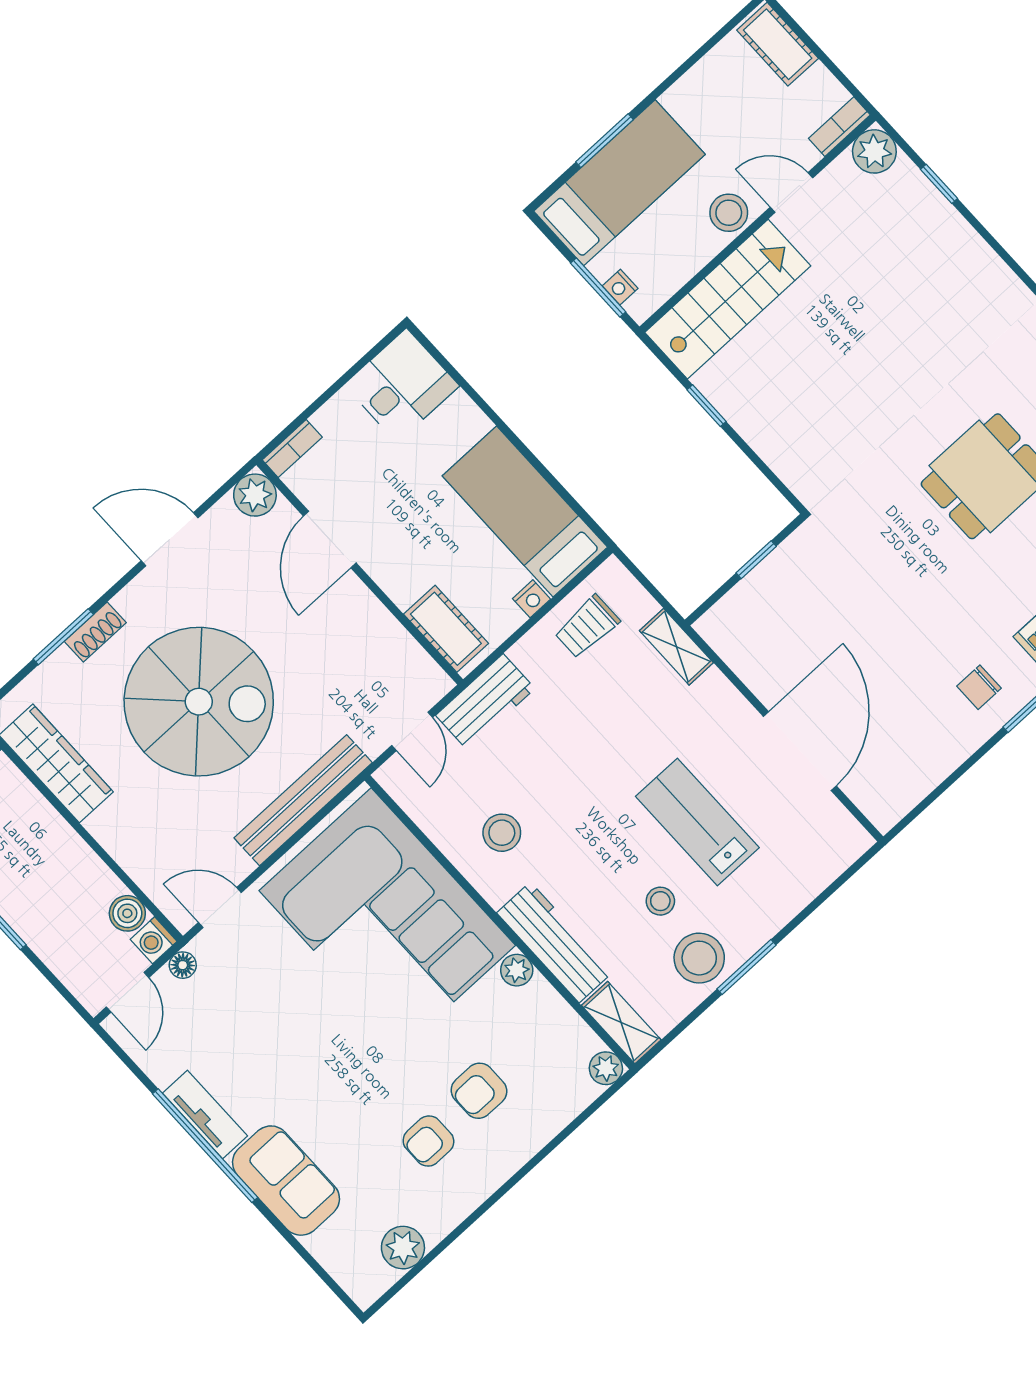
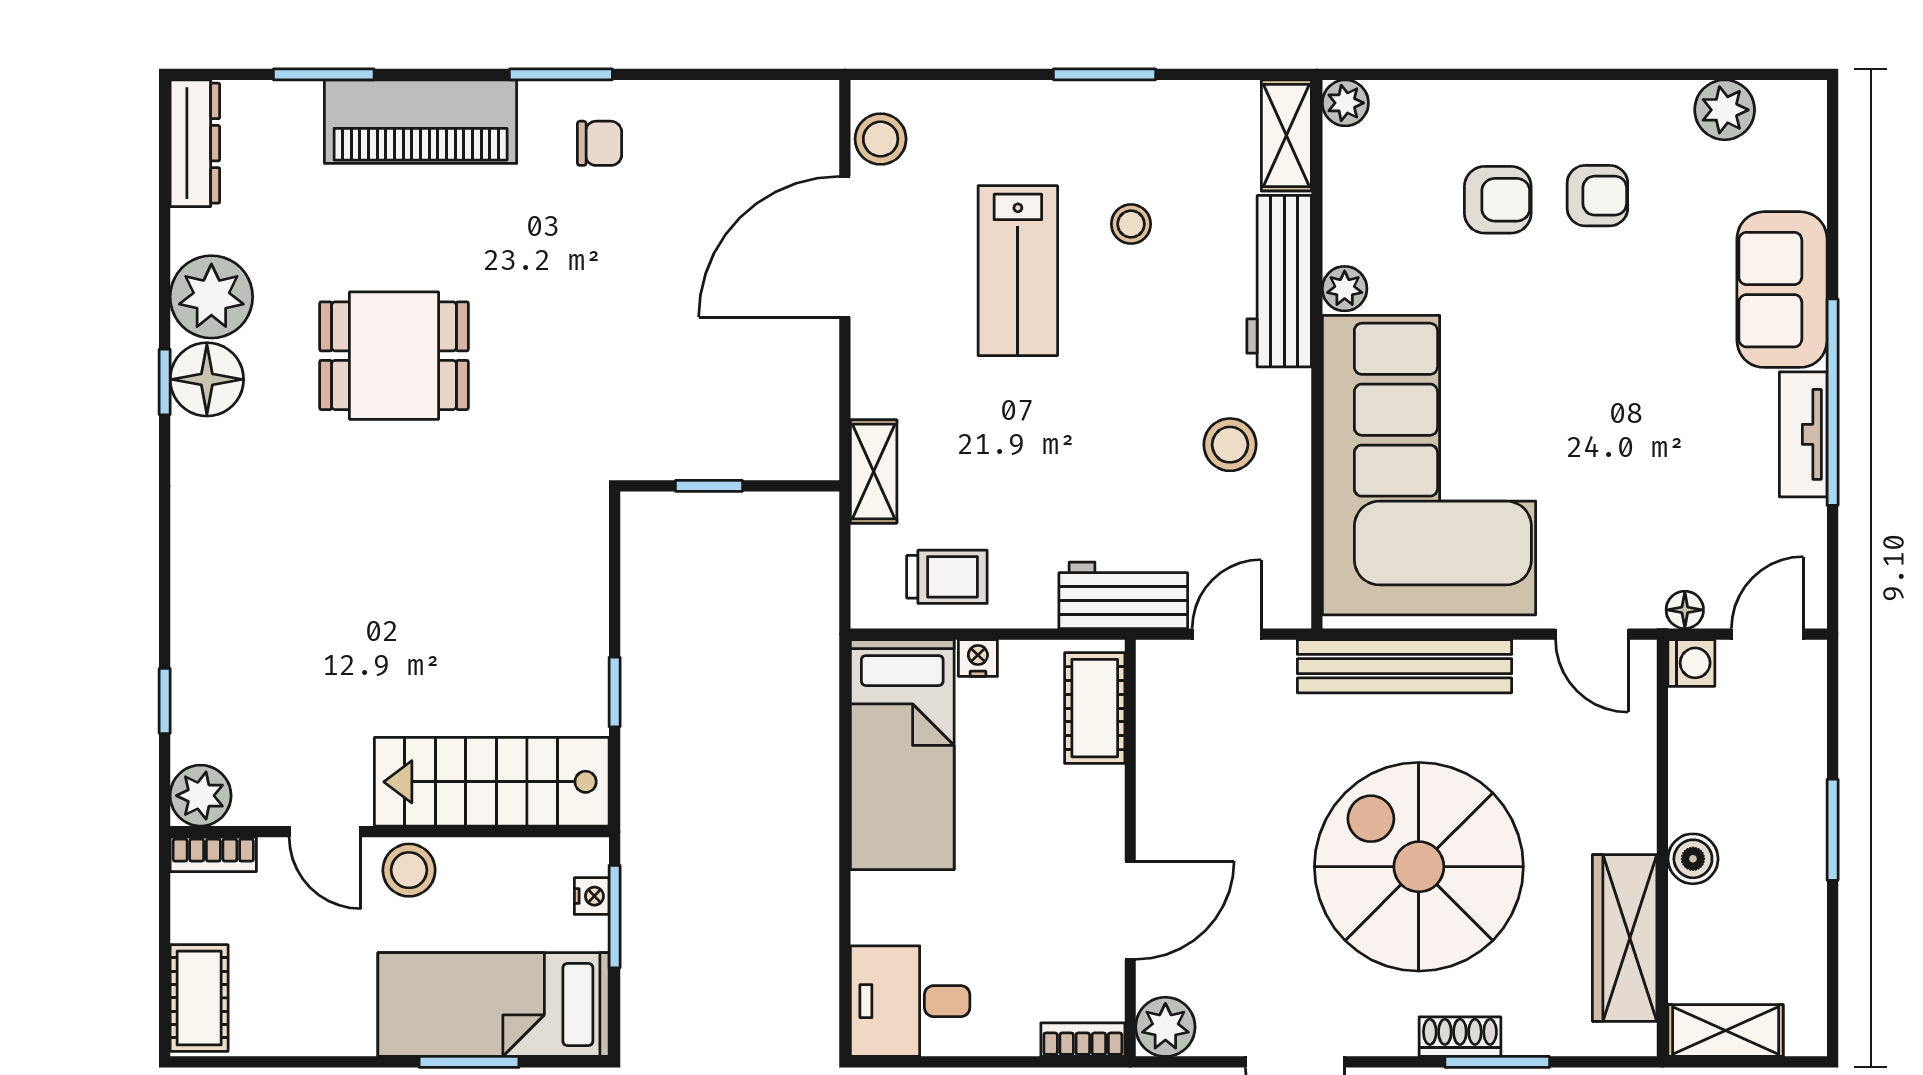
boiler: (127, 913) -> (1693, 859), moved
stool: (699, 958) -> (881, 139), moved, width x0.73, depth x0.73

